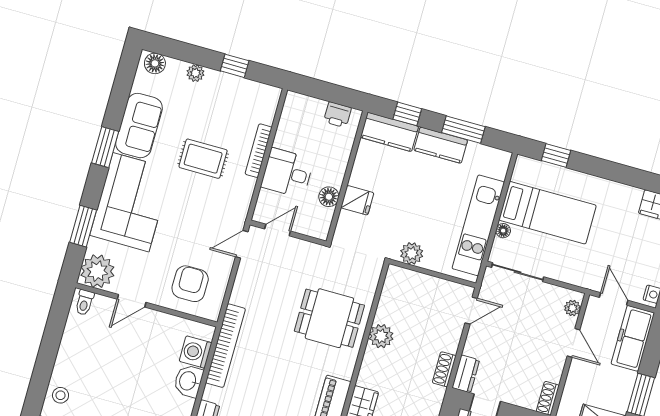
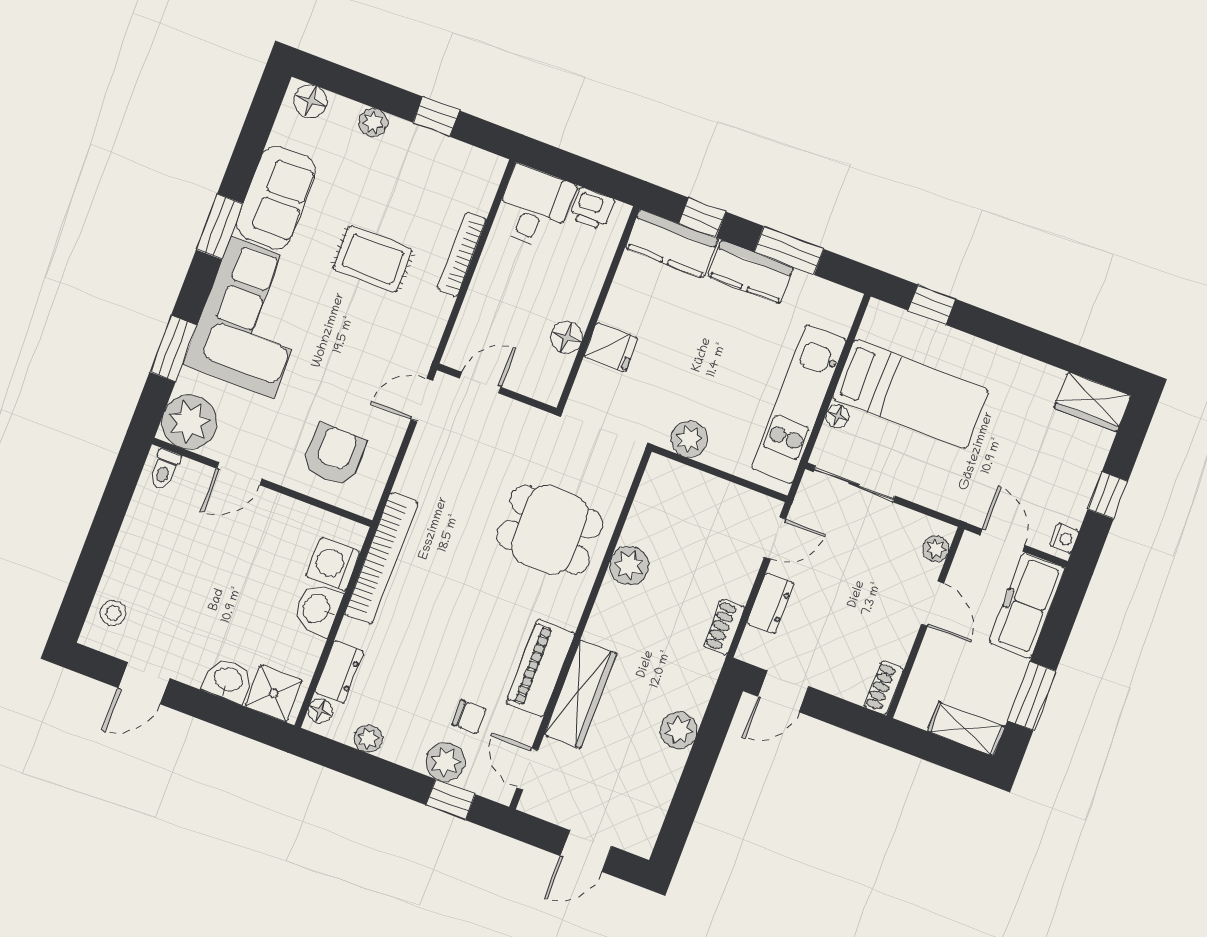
desk: (287, 173) -> (534, 207), moved, turned 90
dresser: (466, 374) -> (771, 603), moved

